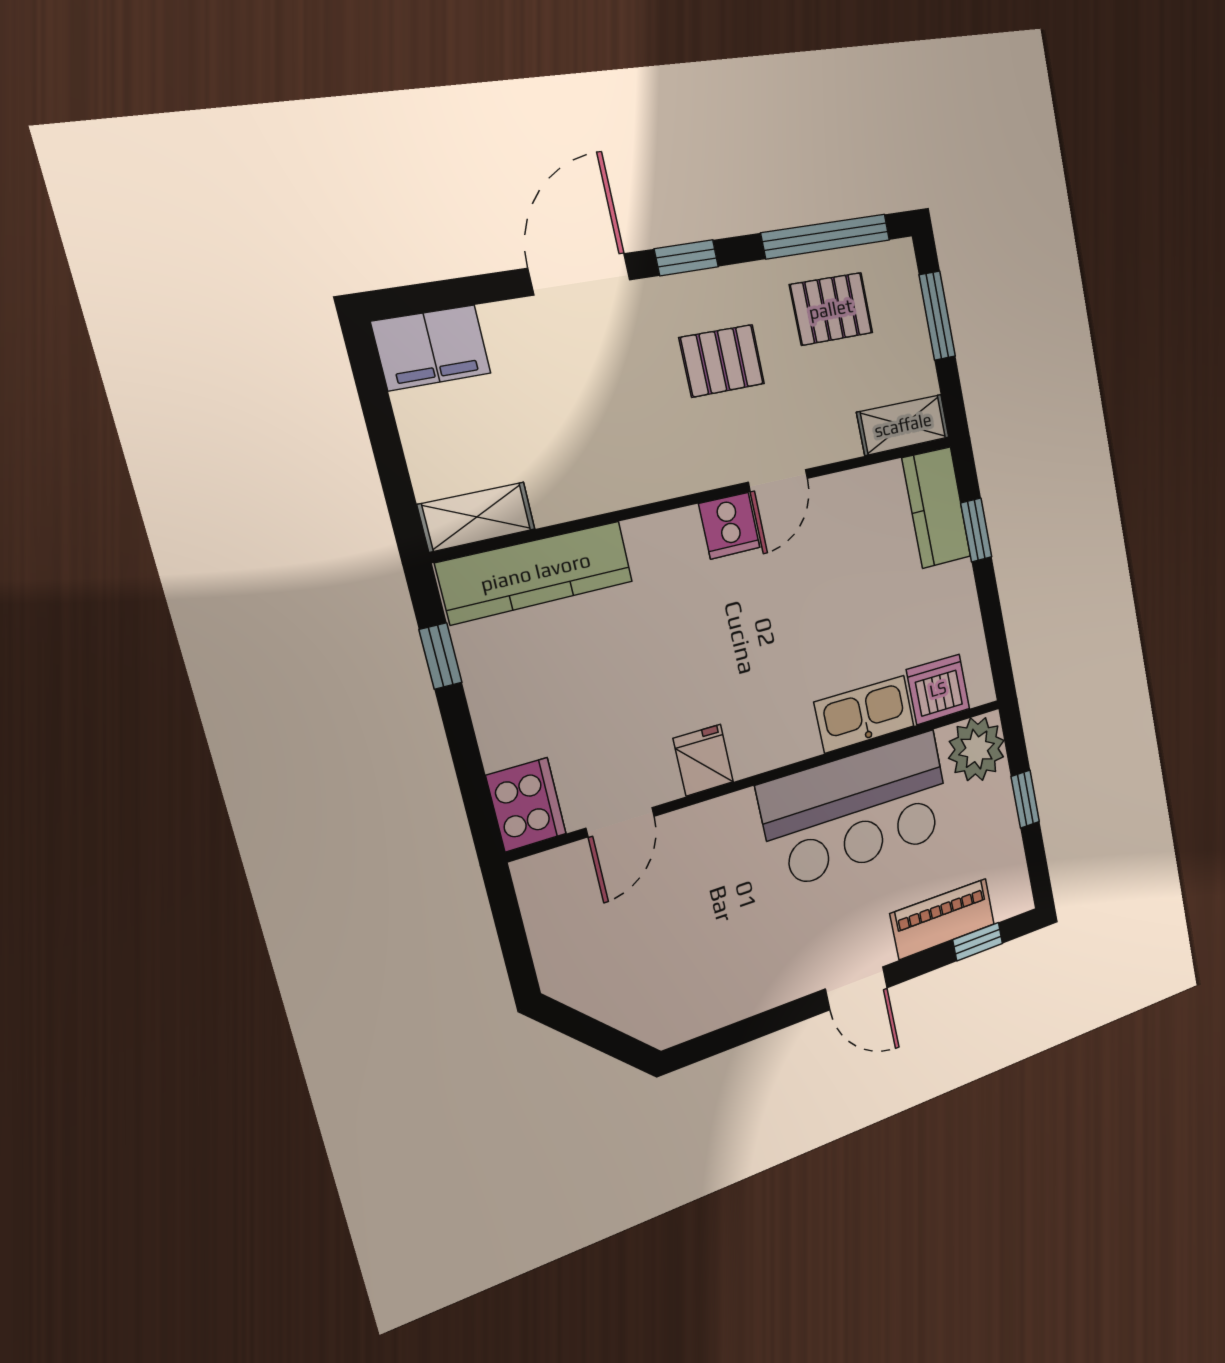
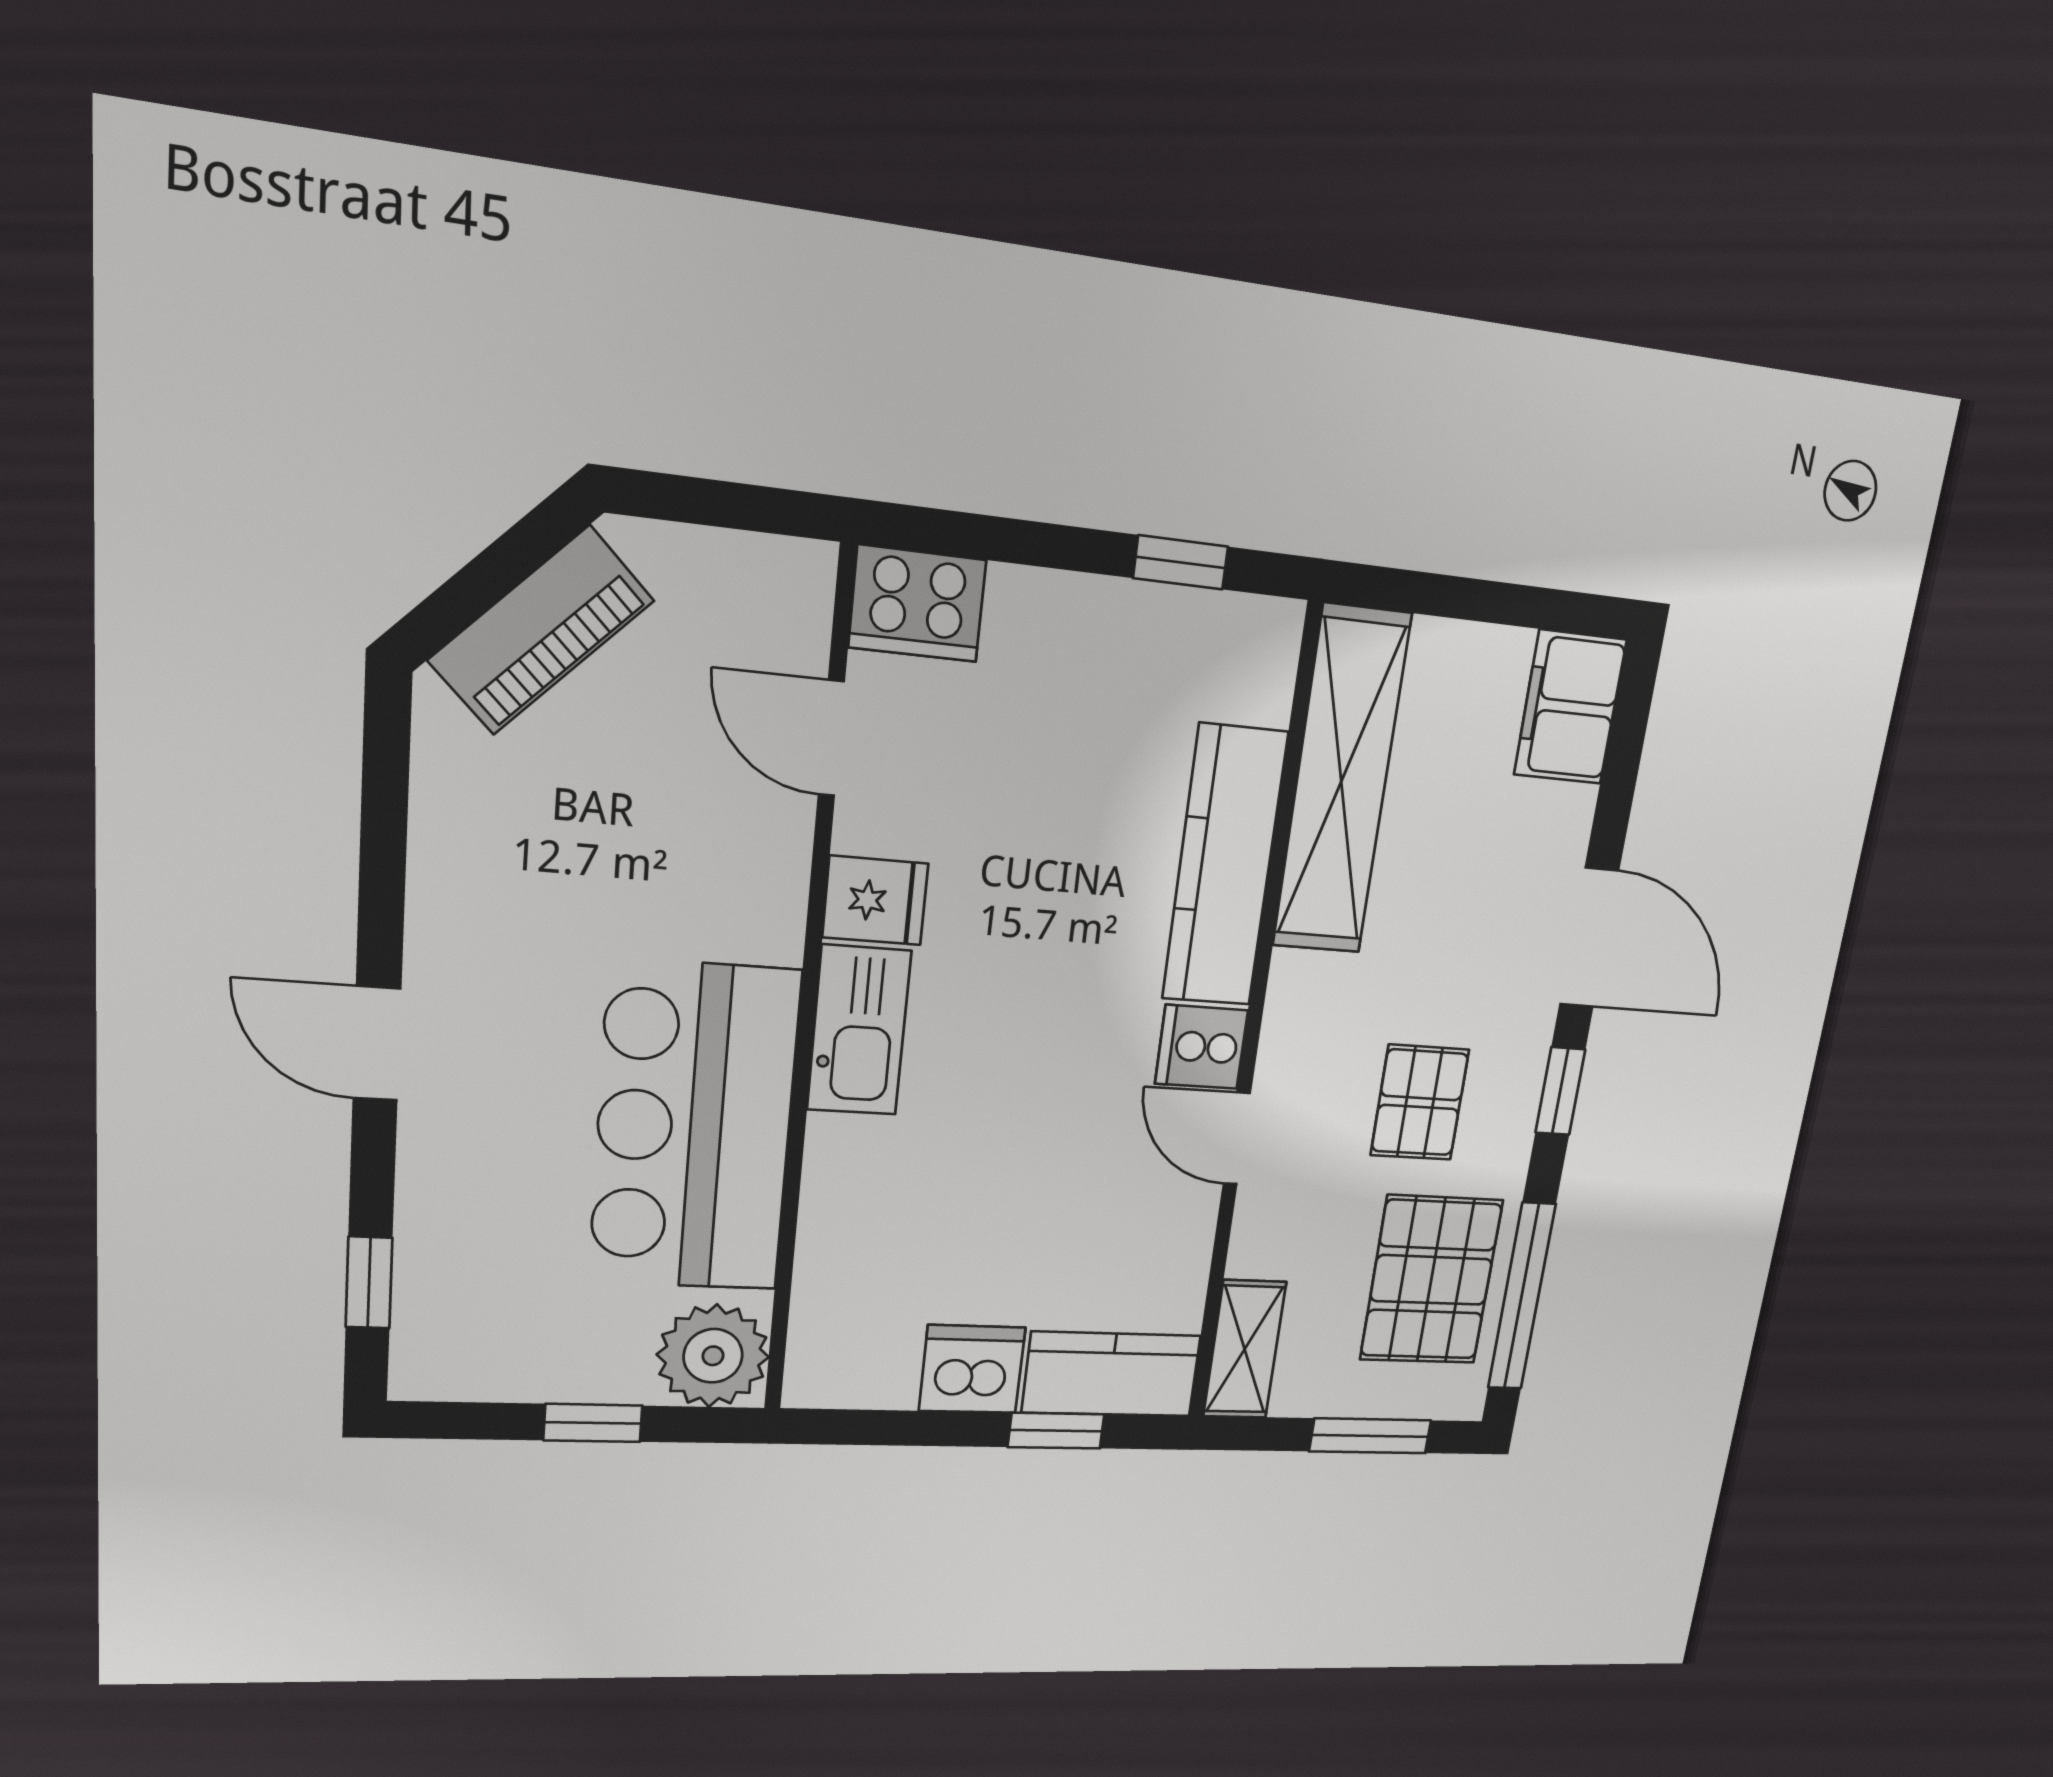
pallet: (831, 309) -> (1431, 1280), width x1.50, depth x1.42
shelving: (477, 517) -> (1341, 782), width x2.20, depth x1.33
kitchen counter: (536, 572) -> (1225, 866), moved
dishwasher: (938, 689) -> (972, 1369), moved, turned -90
kitchen sink: (864, 714) -> (859, 1030), moved
piano: (943, 919) -> (541, 630), moved, turned 45
door: (856, 988) -> (377, 1043), hinge flipped

